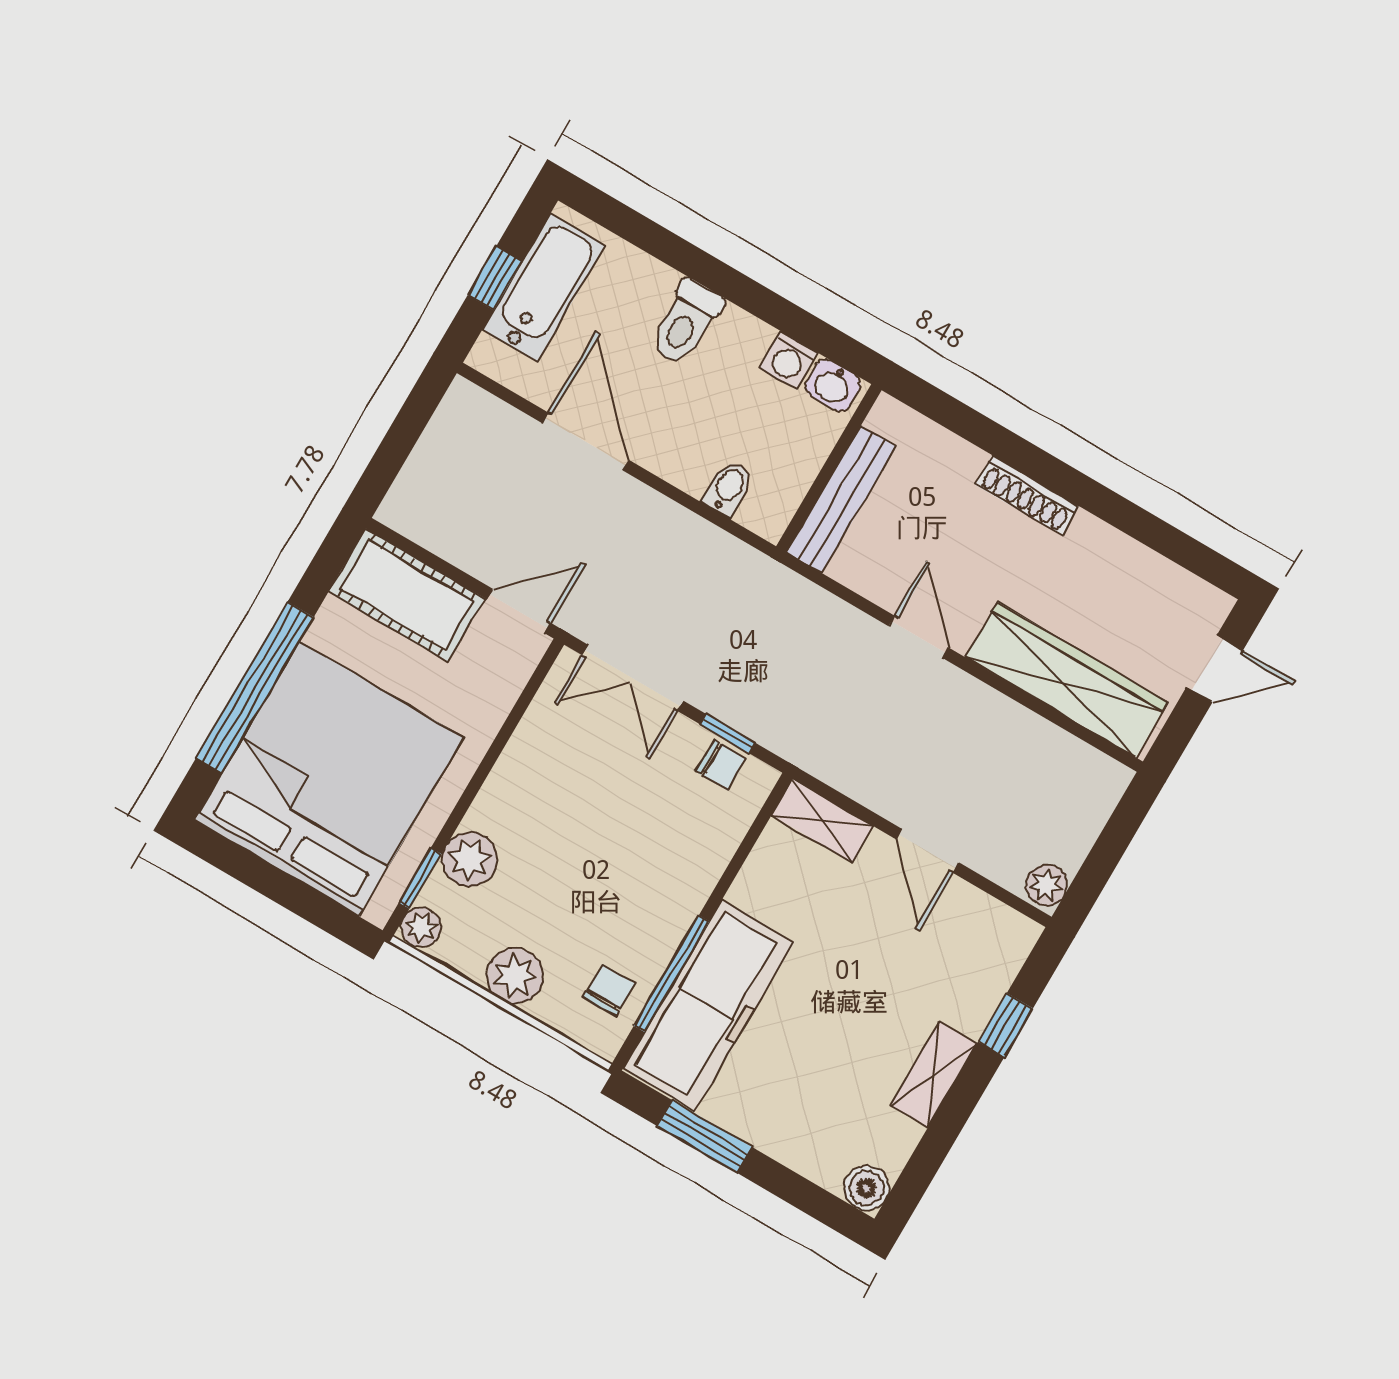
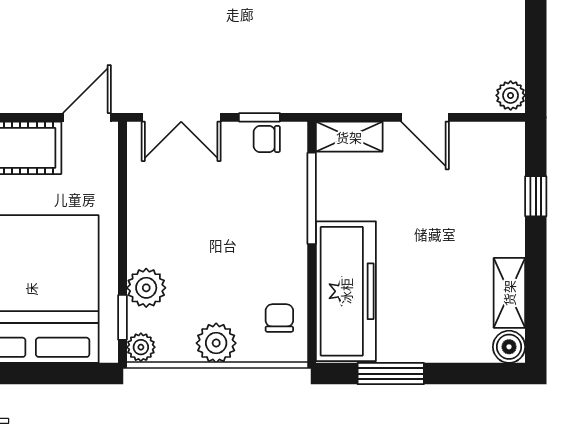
chair: (721, 765) -> (267, 139), turned 180
window: (672, 974) -> (312, 198), moved
shelving: (934, 1074) -> (509, 293), moved

